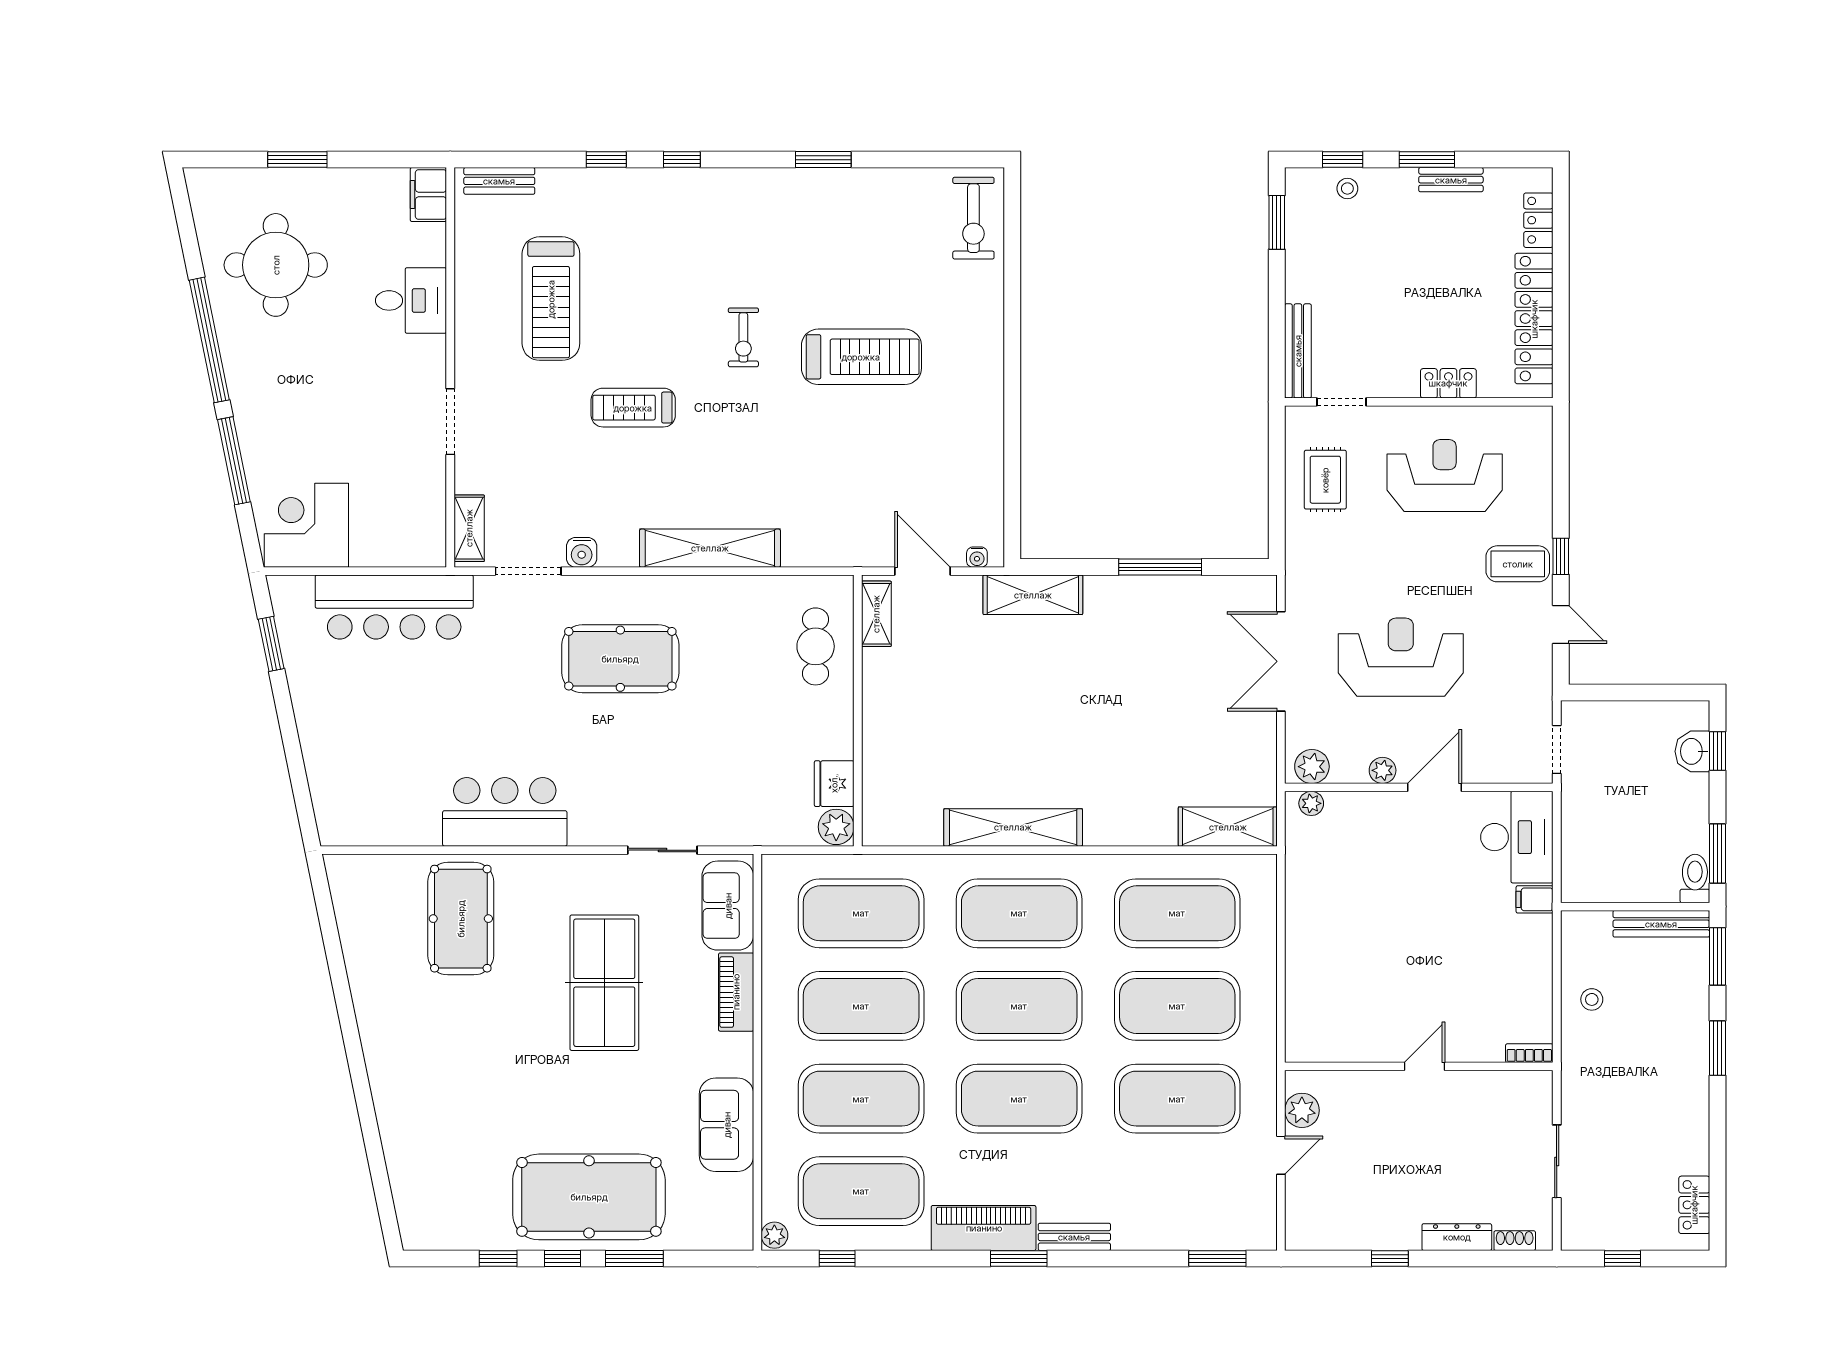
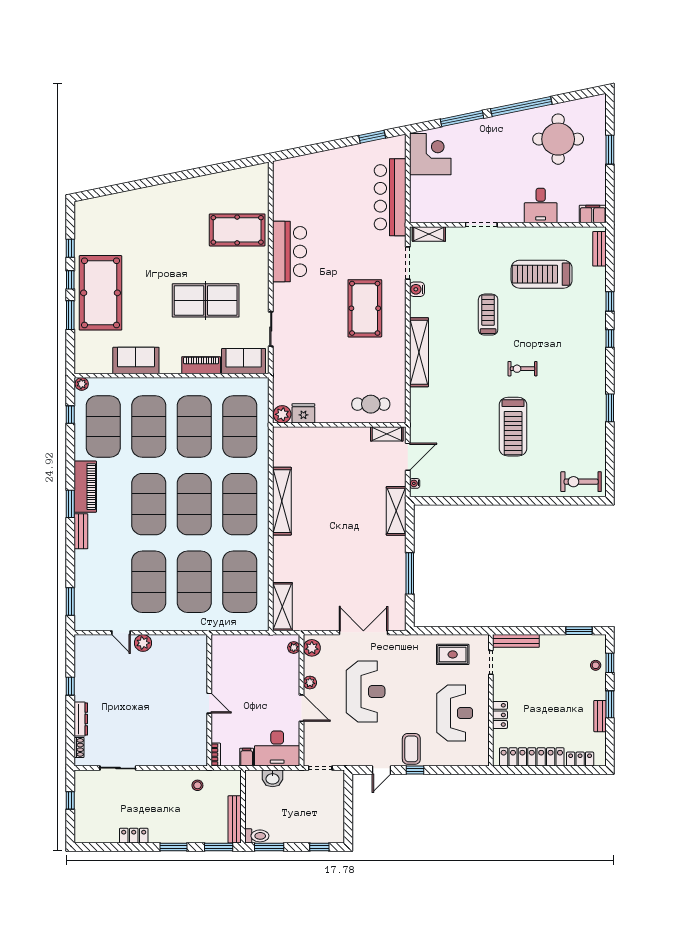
washbasin: (1692, 751) -> (273, 778), moved, turned 180
bookcase: (1529, 1053) -> (216, 755), moved
wall: (1419, 1066) -> (209, 700), moved
door: (1424, 1066) -> (209, 703), moved
locker: (1694, 1205) -> (134, 836), moved

